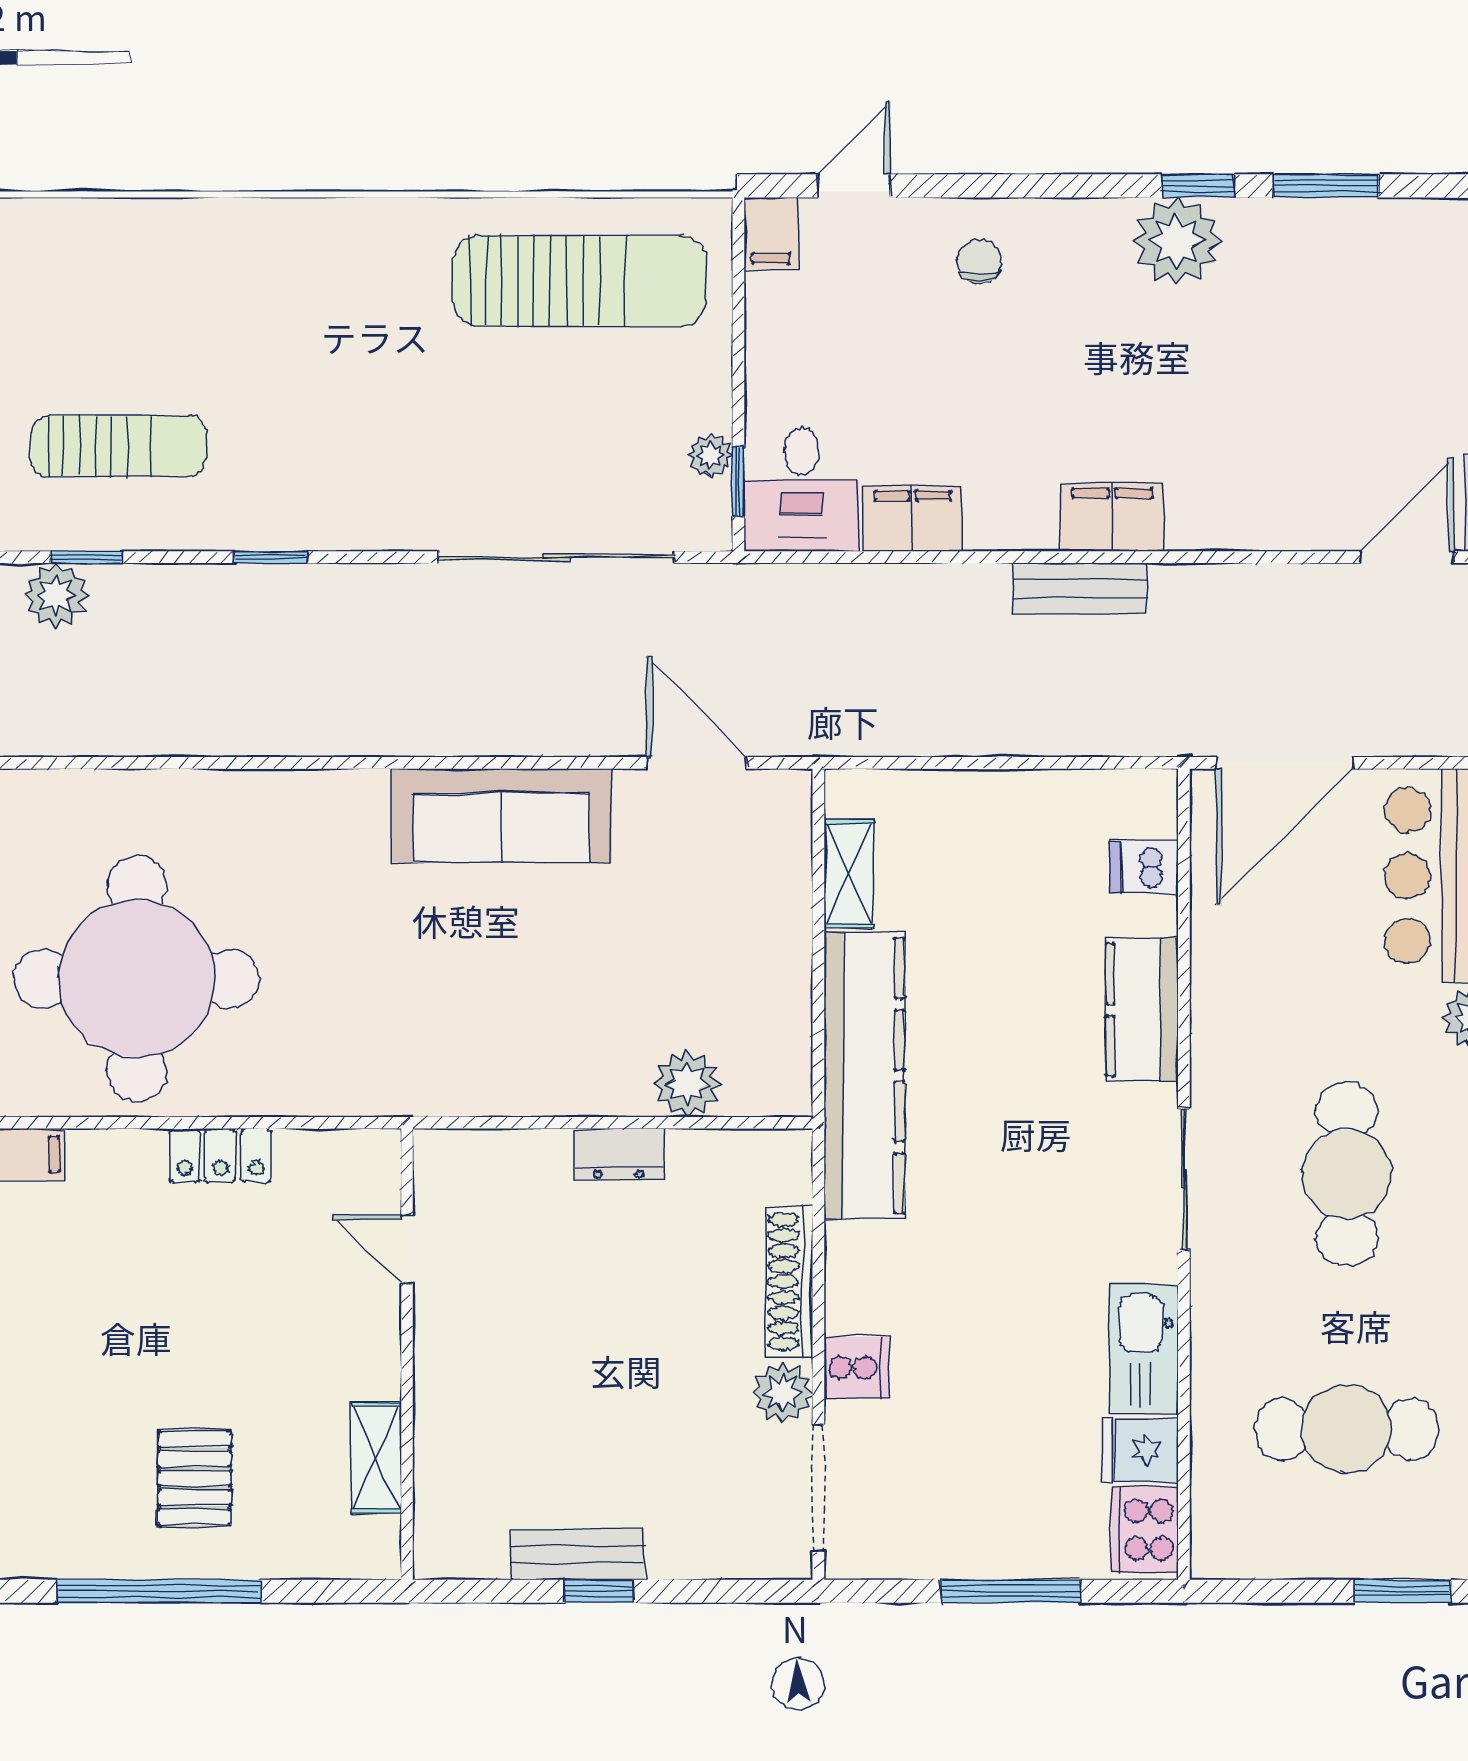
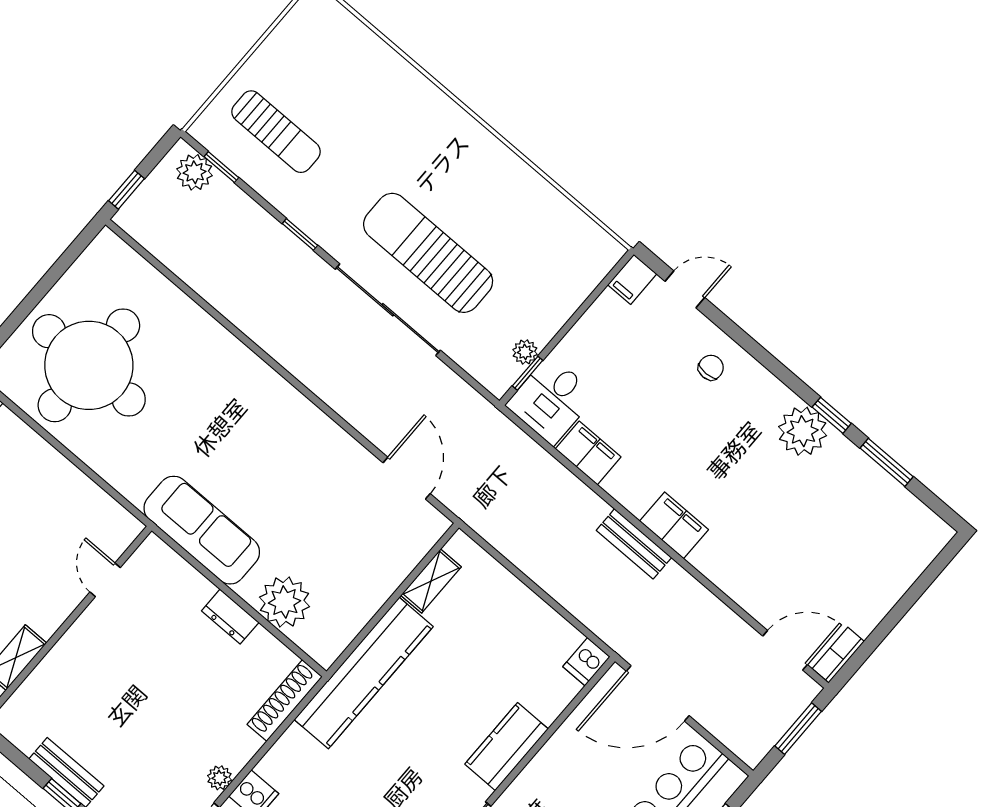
sun lounger: (580, 281) -> (428, 253), moved, turned 180
sliding door: (556, 557) -> (388, 310), moved
sofa: (501, 815) -> (202, 530), moved, turned 180
dishwasher: (1144, 867) -> (586, 662), moved, turned -90
plant: (687, 1084) -> (284, 602), width x1.36, depth x1.36
locker: (220, 1156) -> (60, 472), removed
shoe rack: (789, 1282) -> (285, 700), moved
plant: (782, 1392) -> (220, 778), width x0.73, depth x0.73

